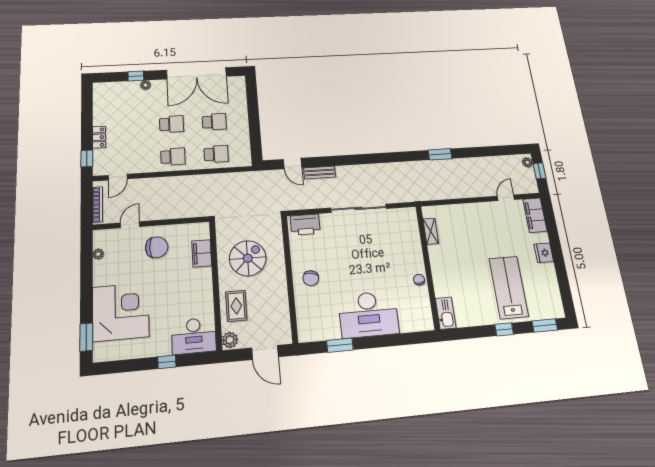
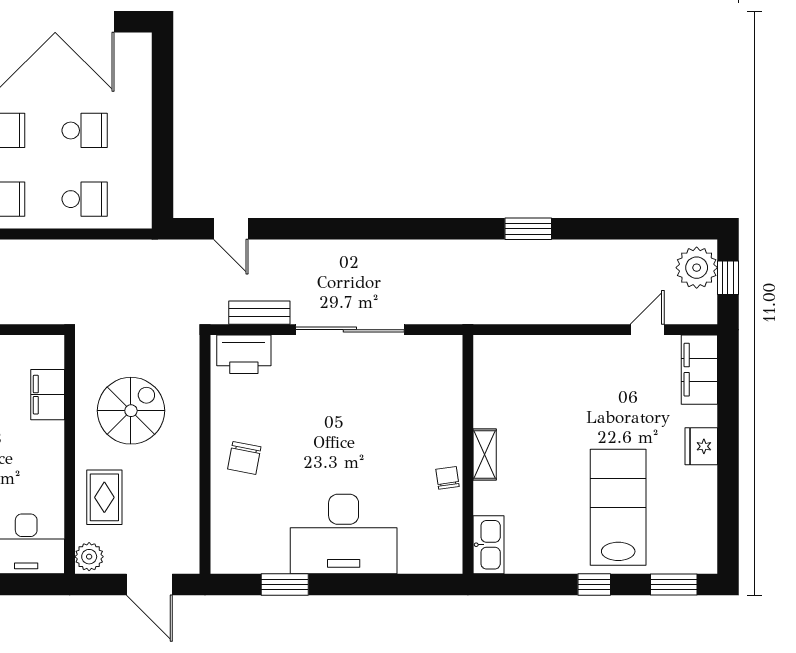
plant: (527, 162) -> (697, 268), width x1.88, depth x1.88
bench: (320, 173) -> (259, 313), moved
shelving: (431, 231) -> (485, 455), moved

